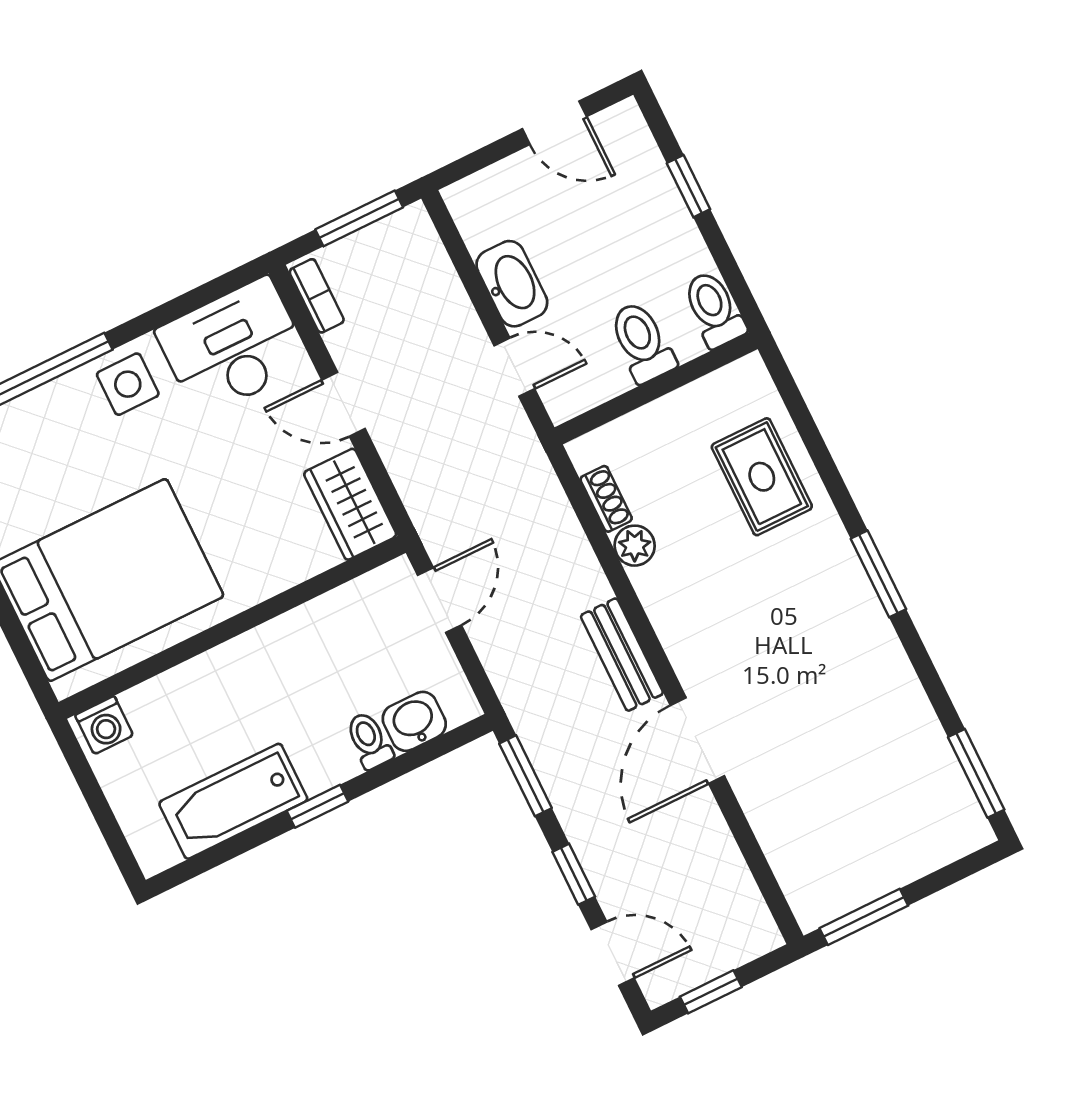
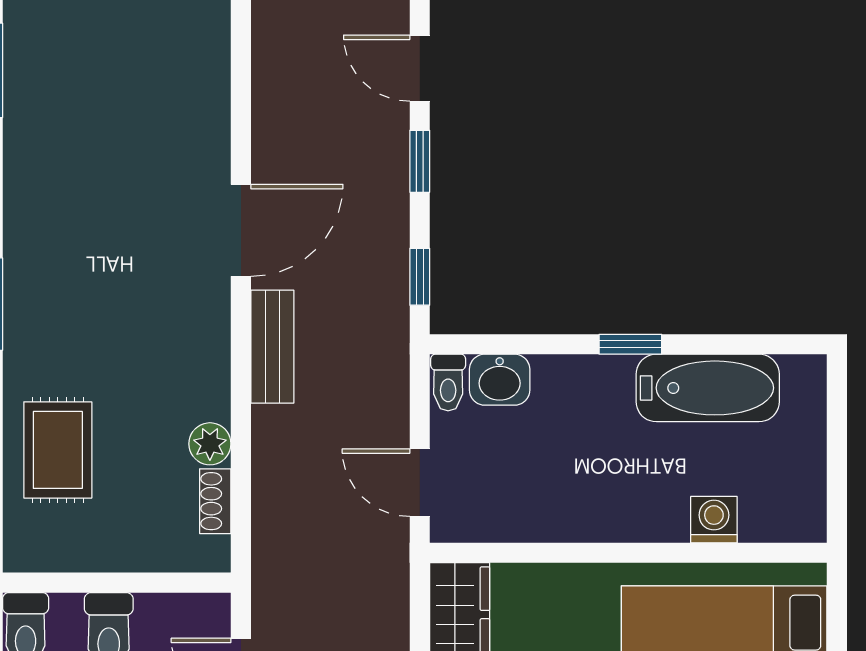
door: (439, 600) -> (420, 483), hinge flipped
washing machine: (104, 725) -> (714, 520), moved
toilet: (369, 740) -> (448, 382), moved
window: (526, 776) -> (420, 277), width x0.67

